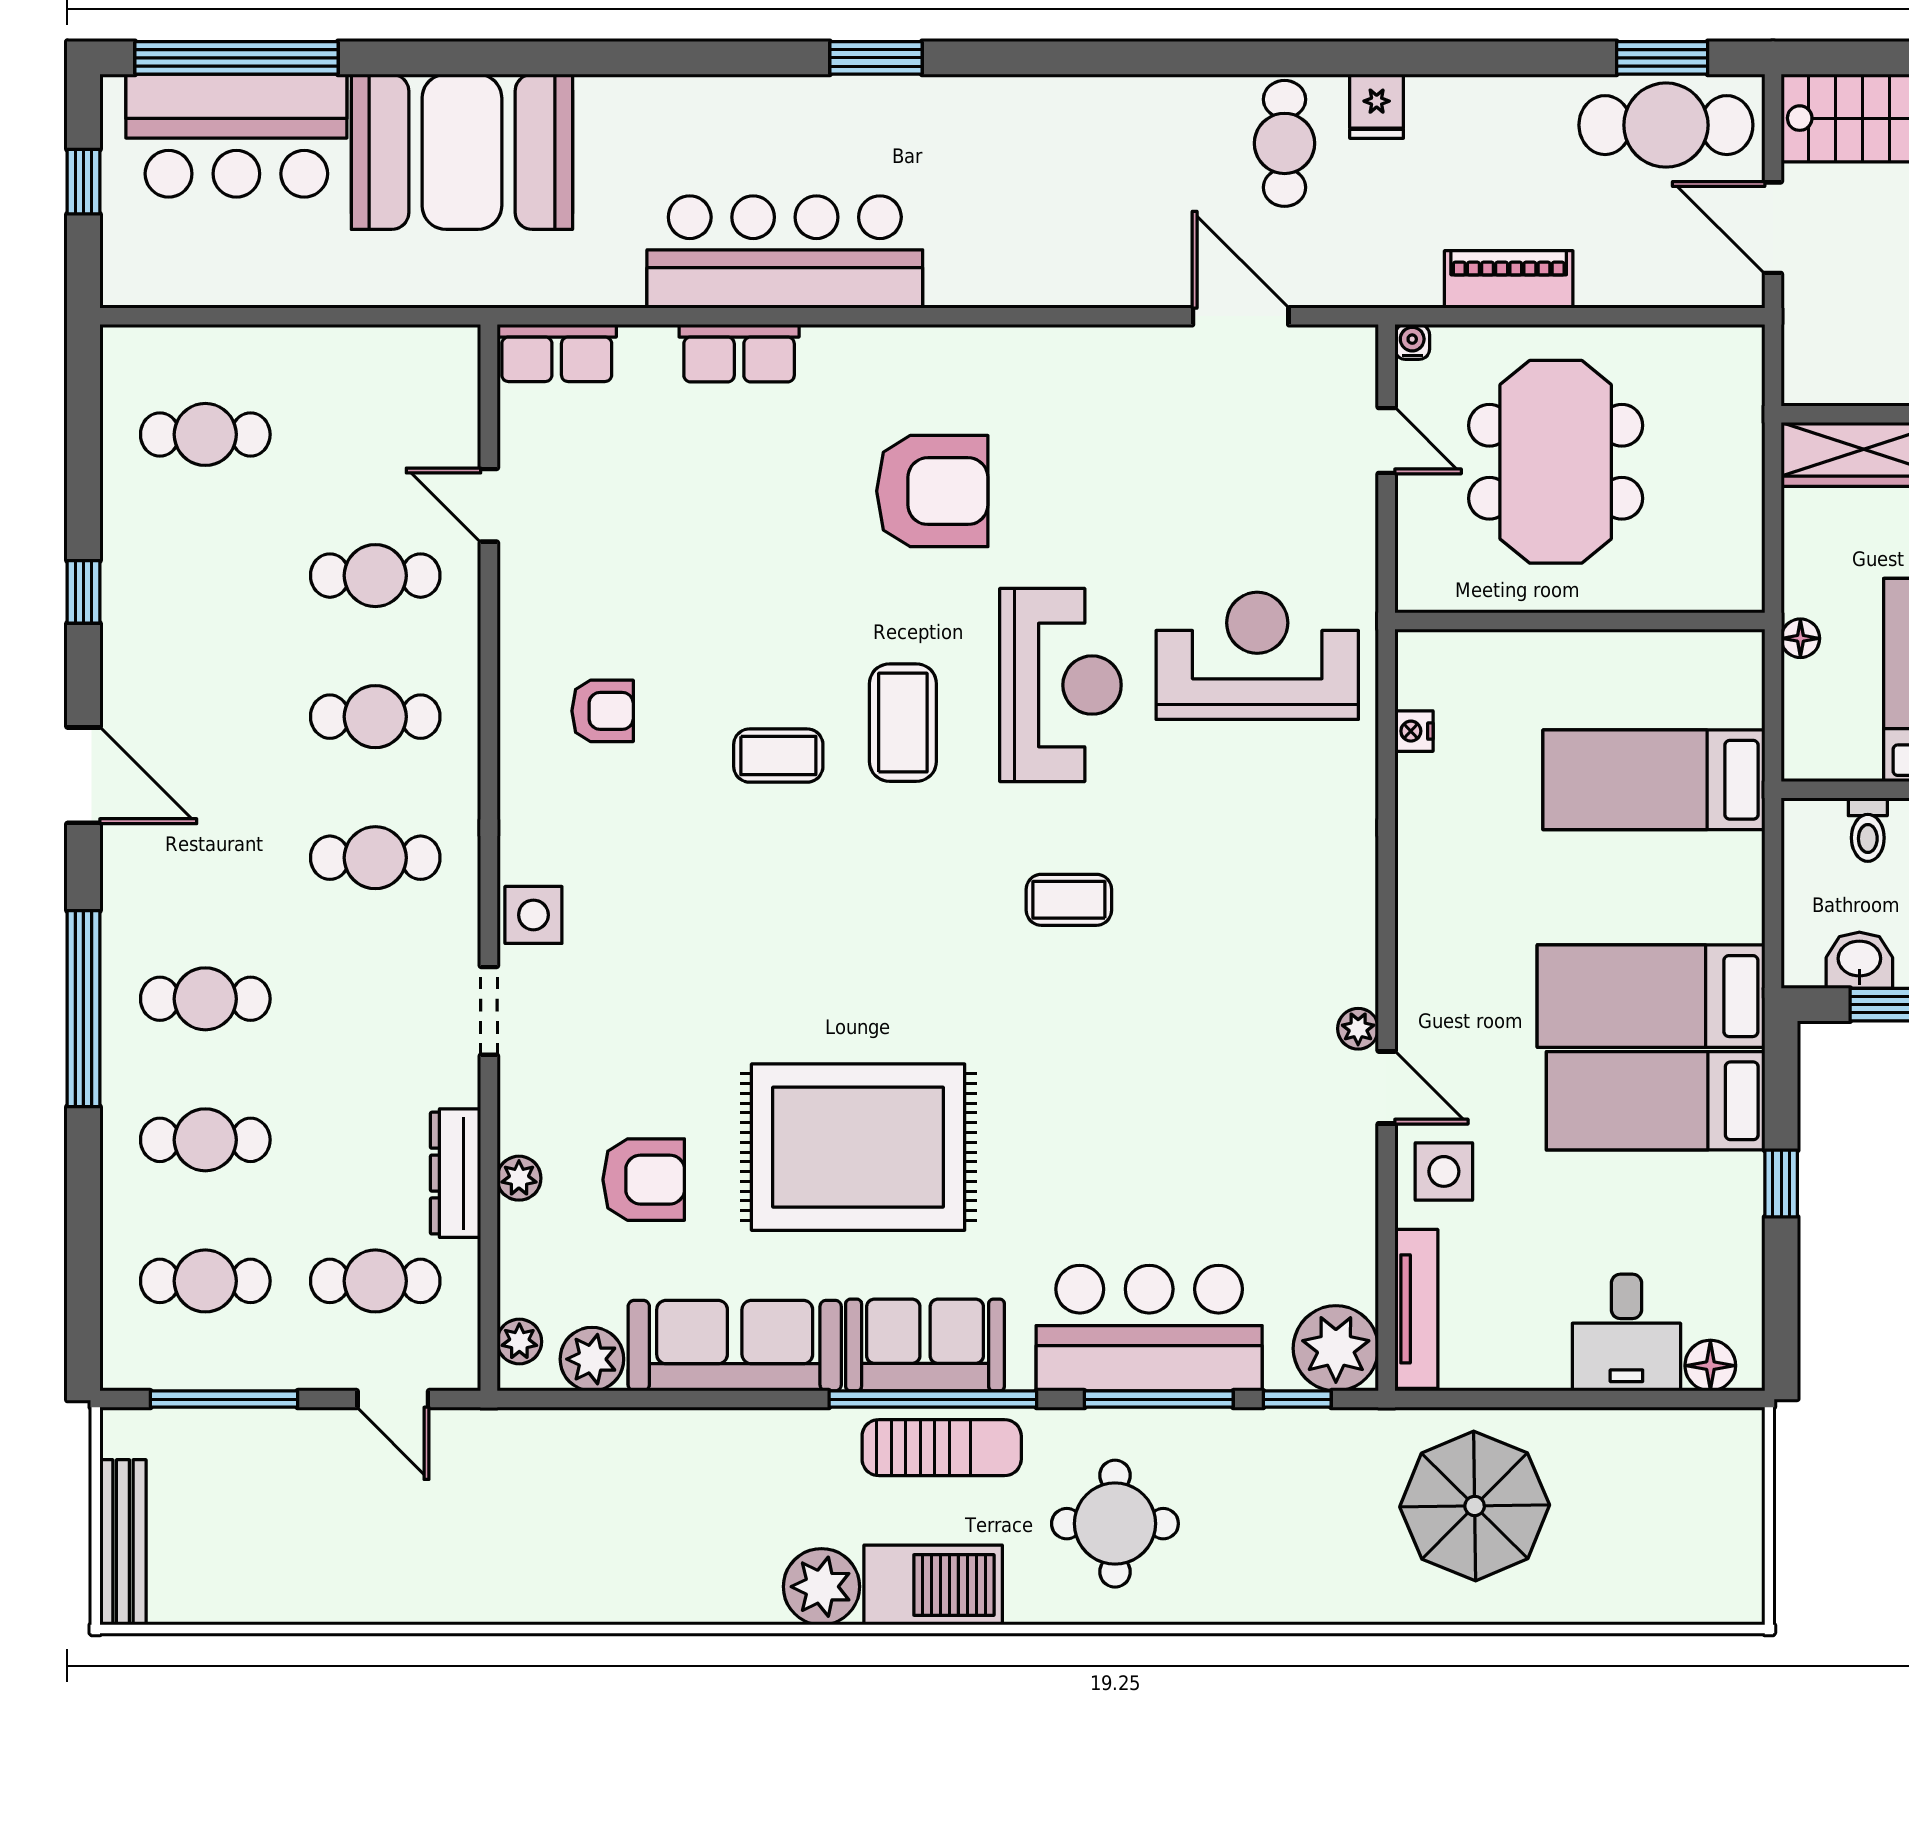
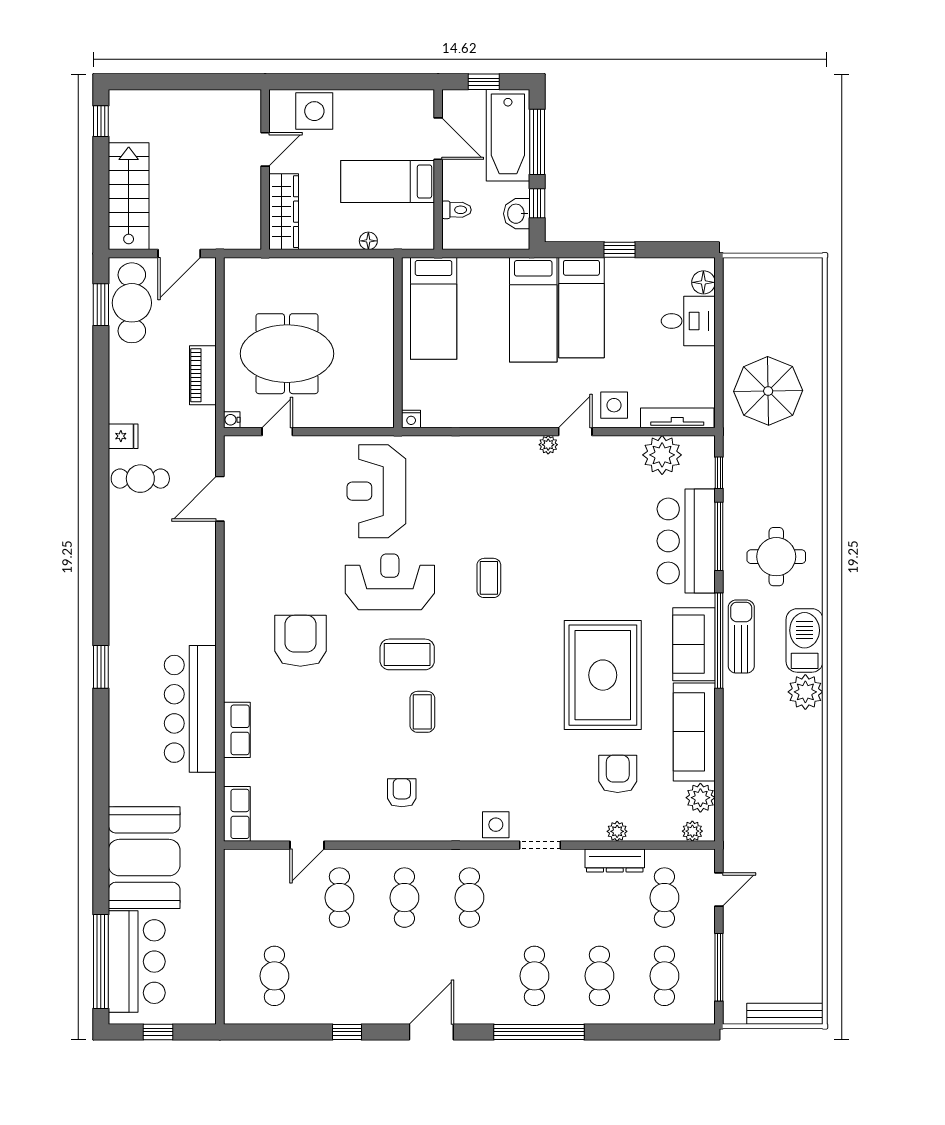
wall: (1580, 621) -> (398, 343), moved
plant: (1336, 1348) -> (662, 455), moved

